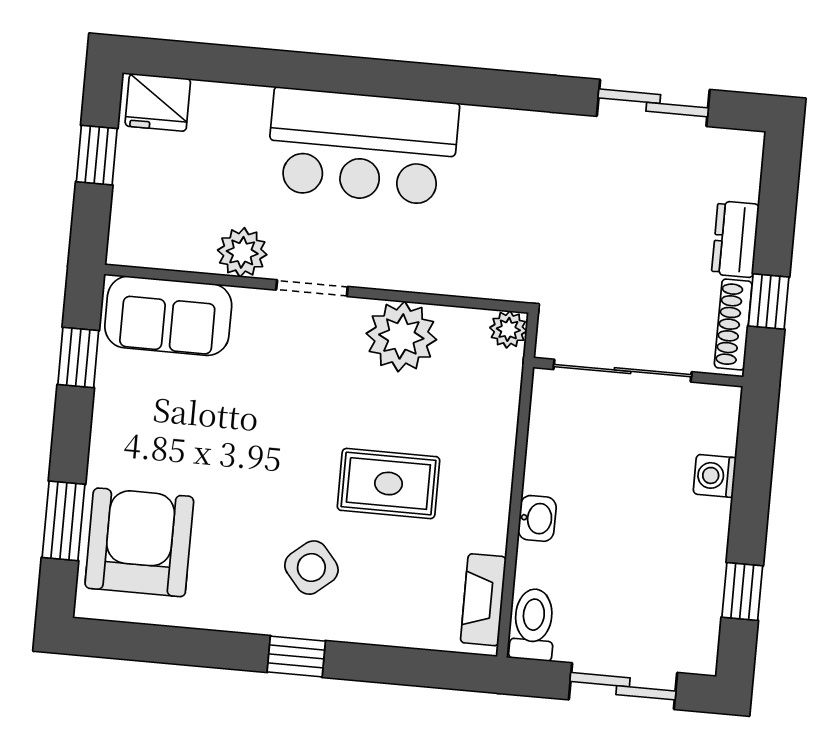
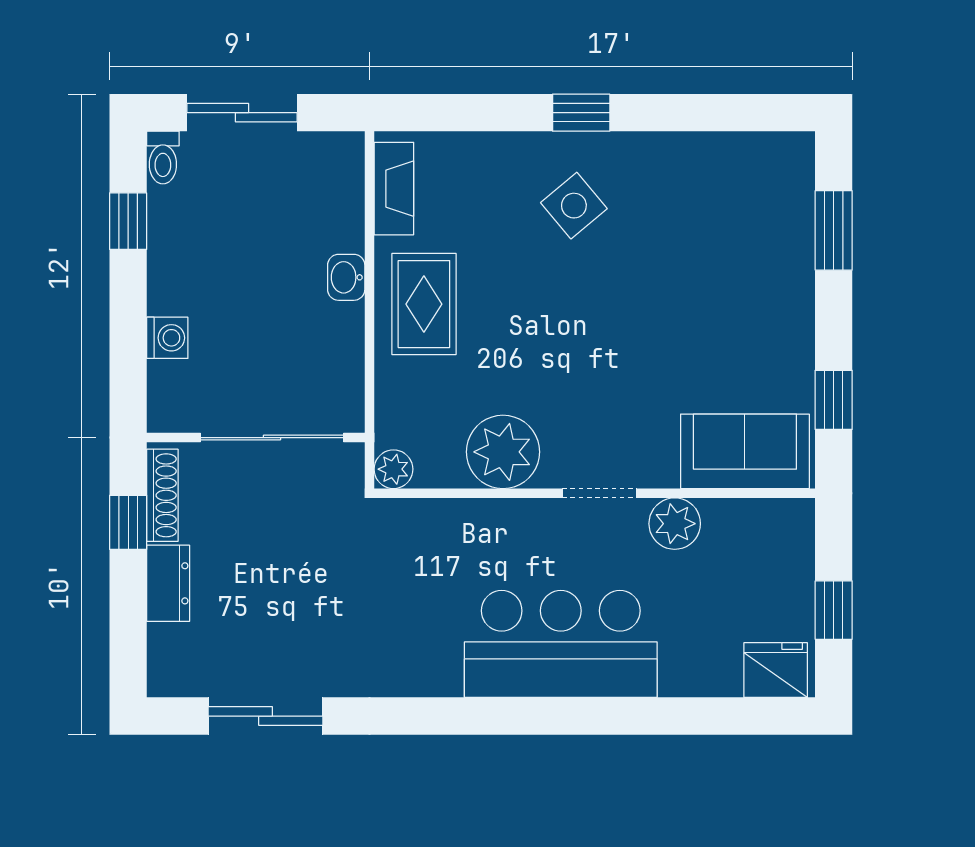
rug: (388, 484) -> (424, 304), moved, turned 90
armchair: (139, 542) -> (753, 215), removed
toilet: (533, 624) -> (163, 158), moved, width x0.73, depth x0.72

